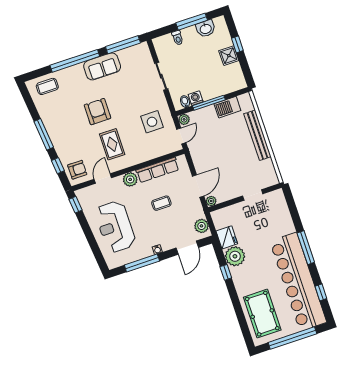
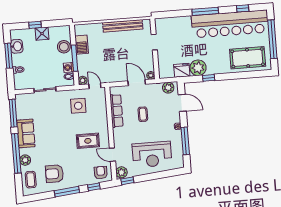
plant: (69, 74) -> (25, 160), added
stool: (219, 86) -> (64, 47), added
armchair: (97, 112) -> (55, 174), moved
bench: (257, 135) -> (123, 26), moved
plant: (130, 179) -> (122, 172), moved

